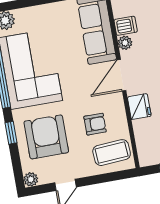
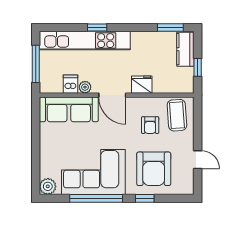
armchair: (95, 124) -> (150, 125), turned 180
armchair: (46, 137) -> (154, 169), turned -90
plant: (31, 179) -> (188, 188), removed

